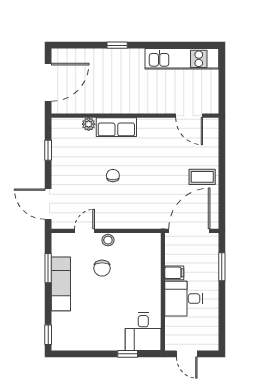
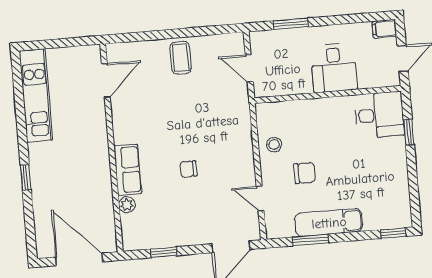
door: (189, 231) -> (249, 68), width x0.53
stool: (108, 240) -> (274, 145), moved
filing cabinet: (174, 273) -> (384, 29), moved, turned -90

